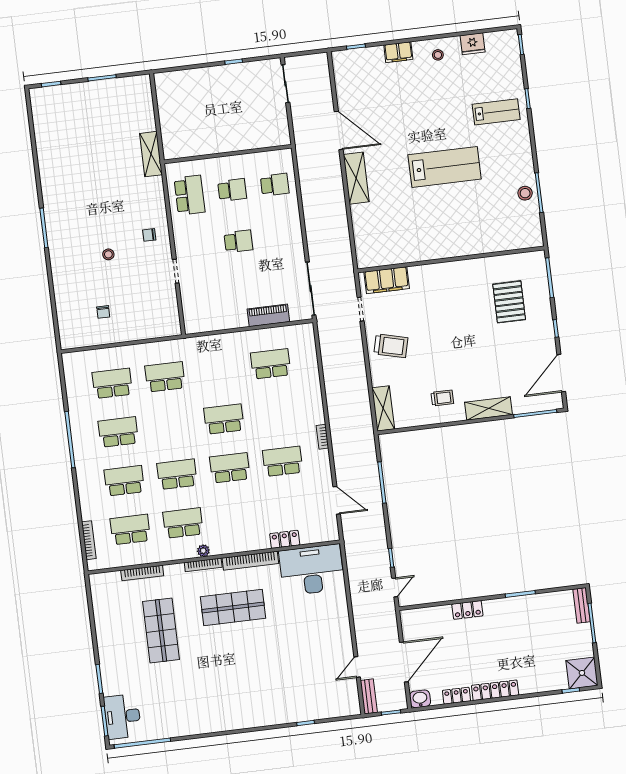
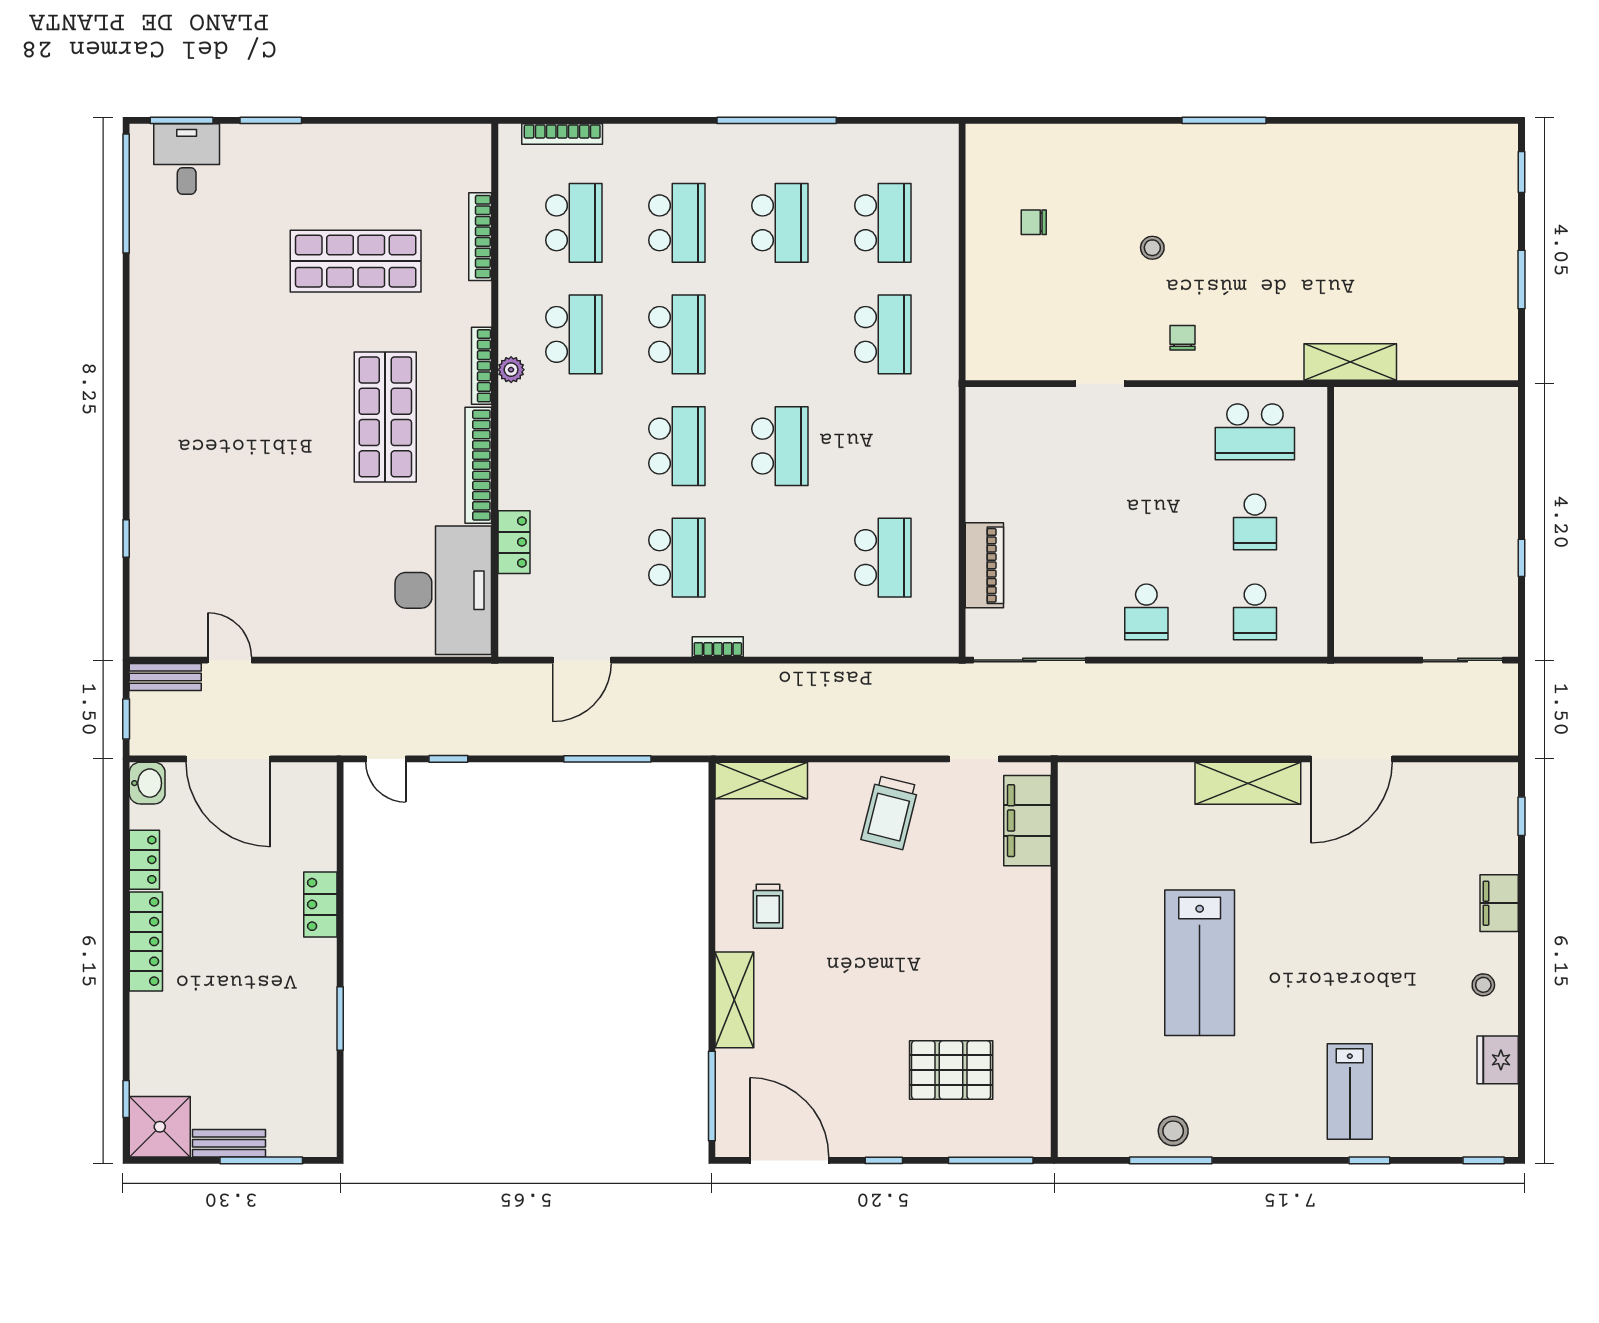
lab bench: (445, 167) -> (1200, 963), moved
school desk: (238, 241) -> (1146, 612), moved
bench: (582, 605) -> (229, 1143), moved
desk: (123, 716) -> (187, 159), width x0.73

